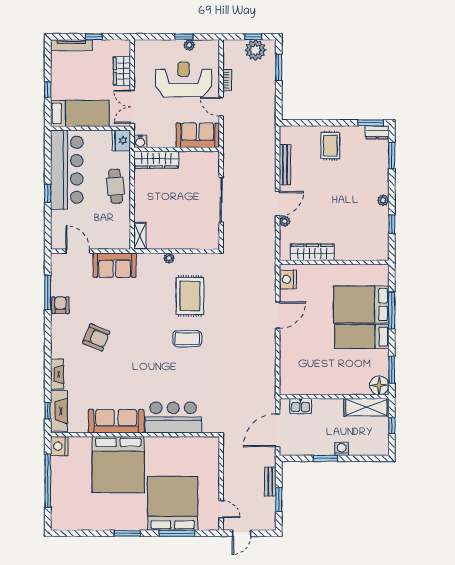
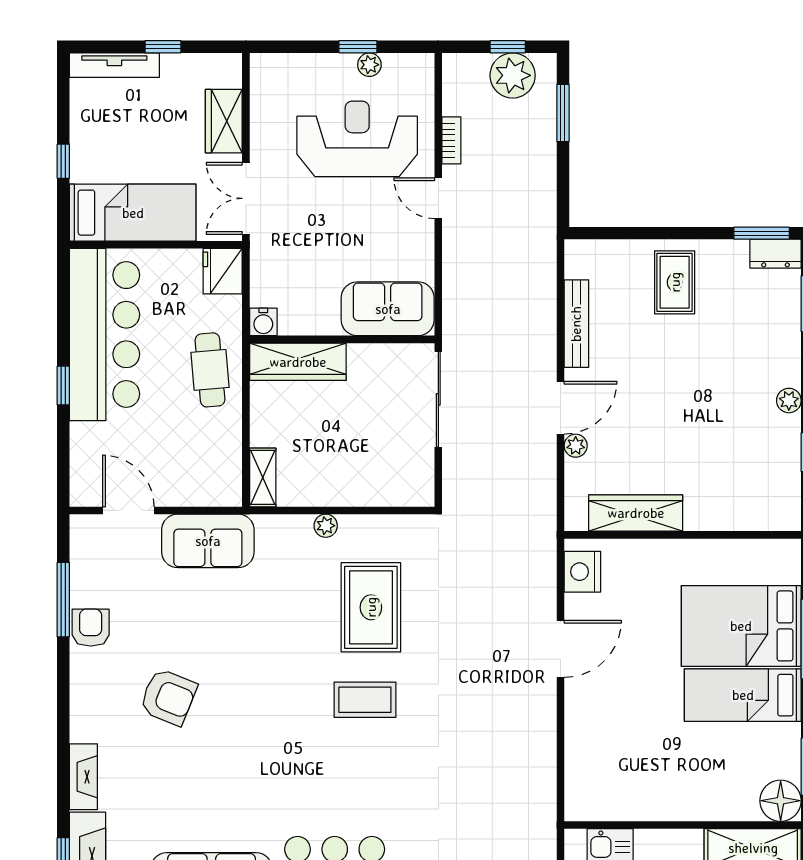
sofa: (198, 135) -> (388, 309), moved
water cooler: (140, 141) -> (263, 322), moved
wall: (177, 149) -> (342, 339), moved
wardrobe: (156, 160) -> (298, 362), moved

